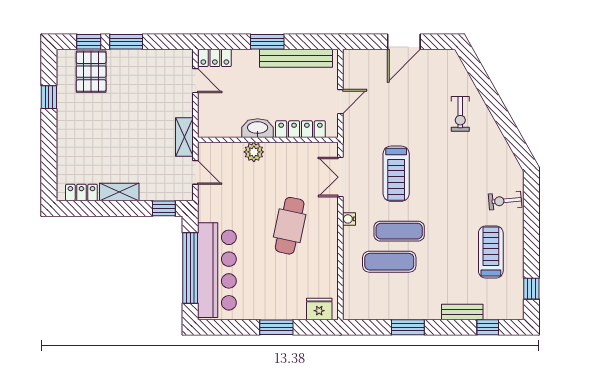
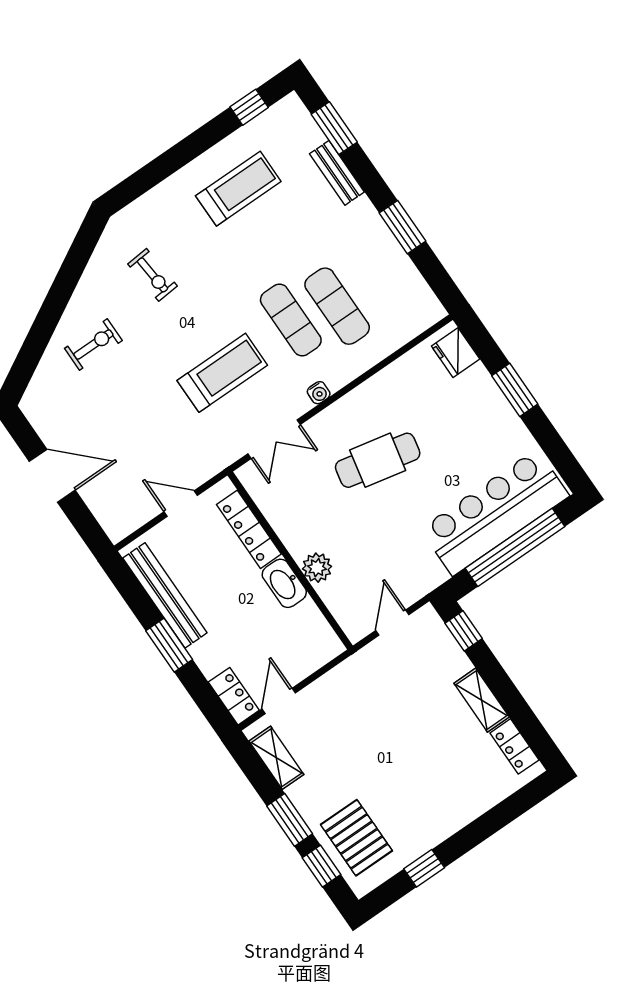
pallet: (91, 72) -> (356, 838), turned 90
shelving: (184, 137) -> (276, 758), moved, turned 90
exercise bike: (505, 201) -> (153, 275), moved
treadmill: (491, 252) -> (238, 189), turned 180
window: (488, 327) -> (334, 128), width x1.50

